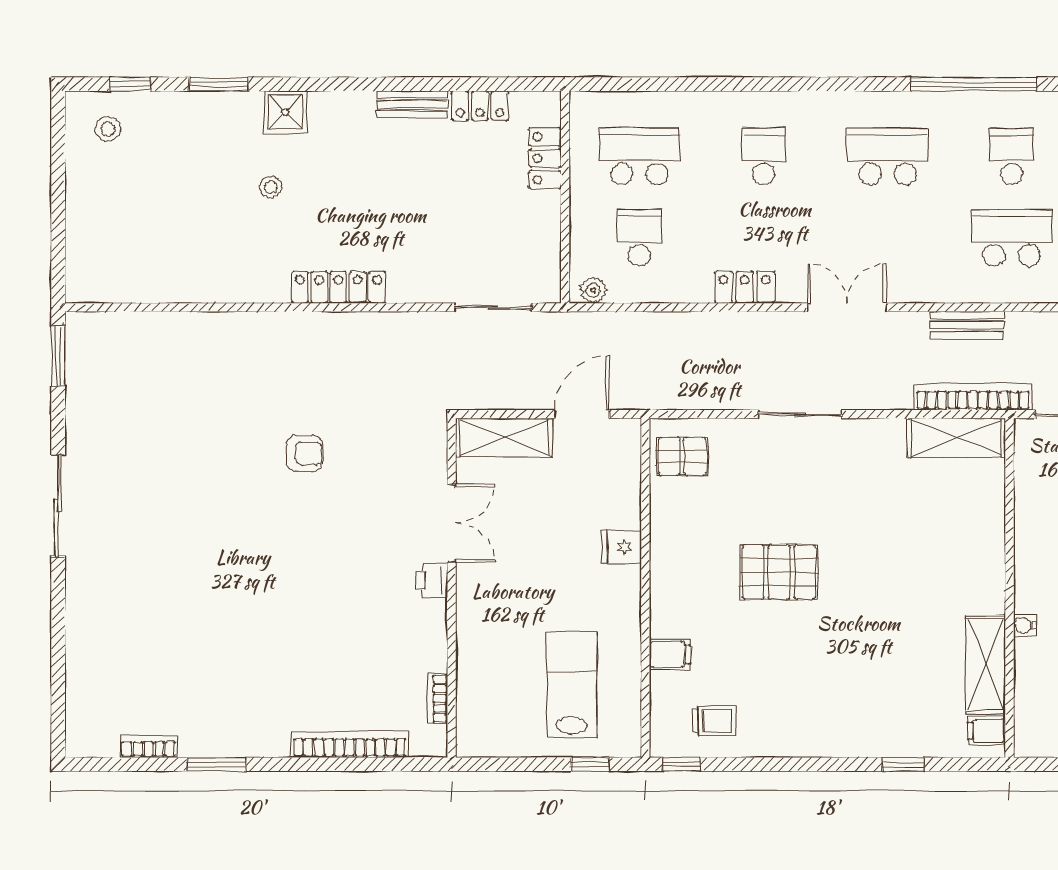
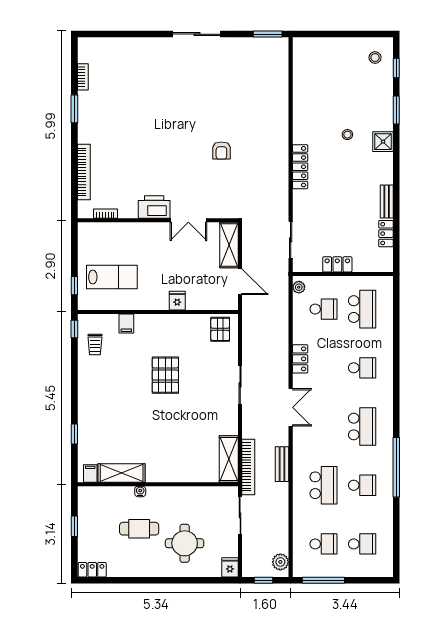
locker: (545, 158) -> (337, 264), moved
printer: (431, 580) -> (154, 207), width x1.87, depth x1.48

